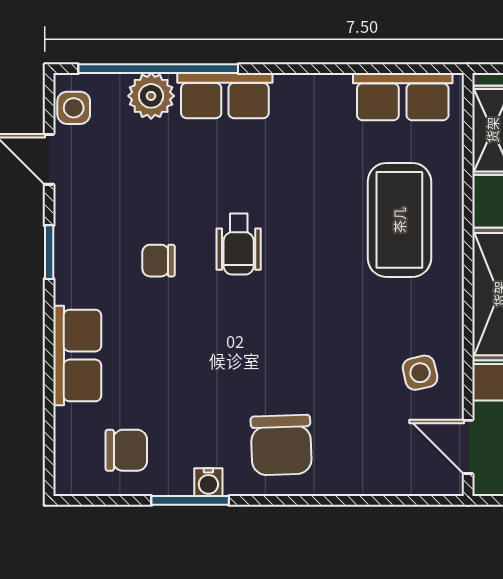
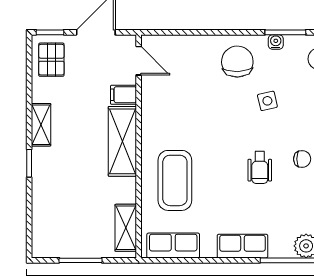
row of seats: (225, 96) -> (242, 246), moved
wheelchair: (239, 244) -> (260, 168), turned 180
side table: (420, 373) -> (267, 101), moved

